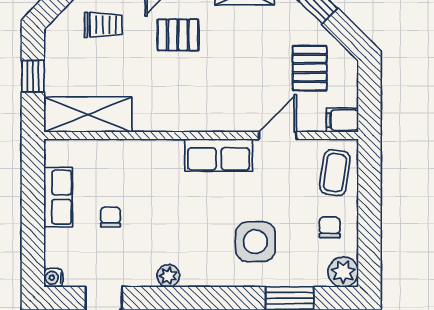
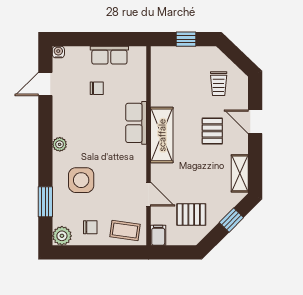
shelving: (88, 115) -> (162, 135), moved
row of seats: (219, 155) -> (136, 123), moved
plant: (168, 276) -> (60, 144), moved

